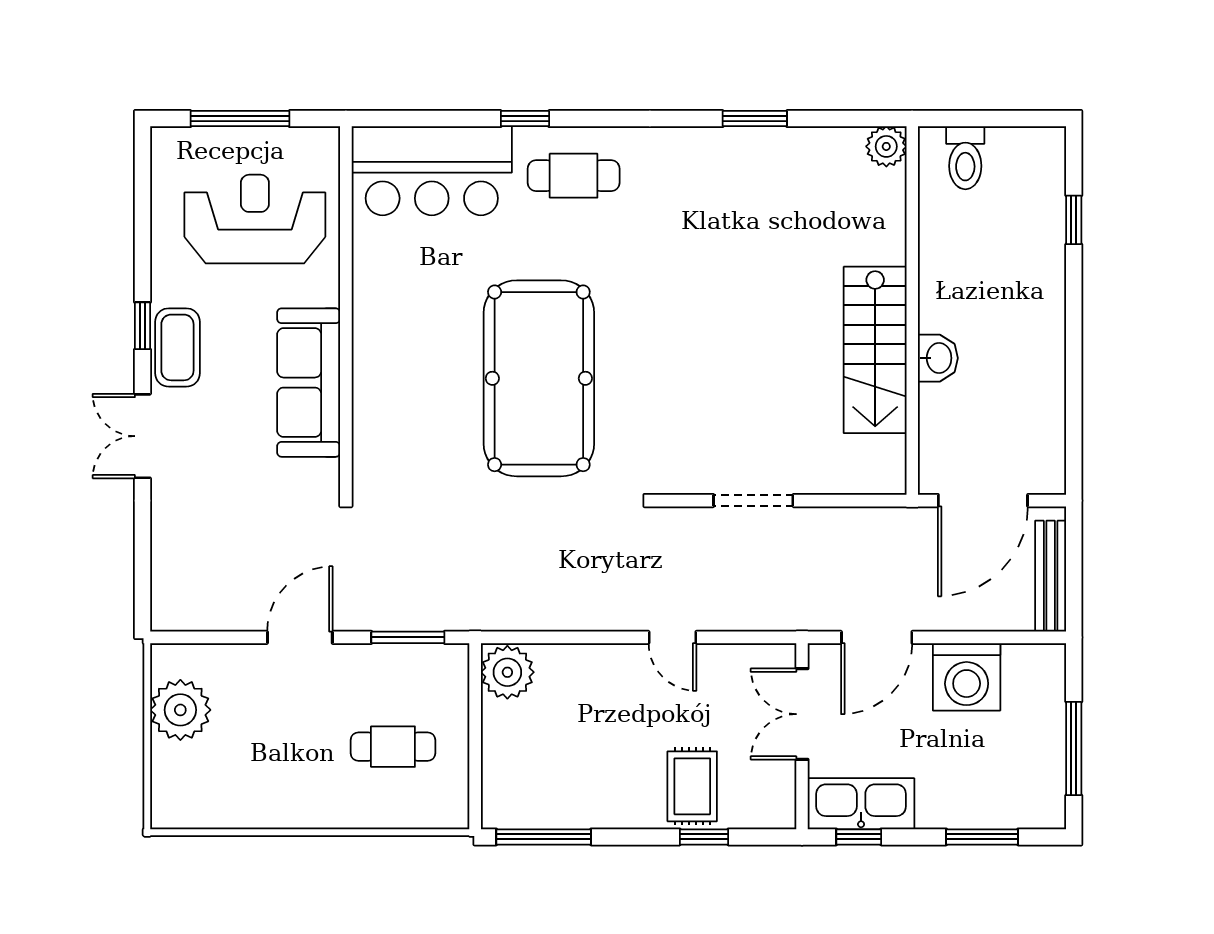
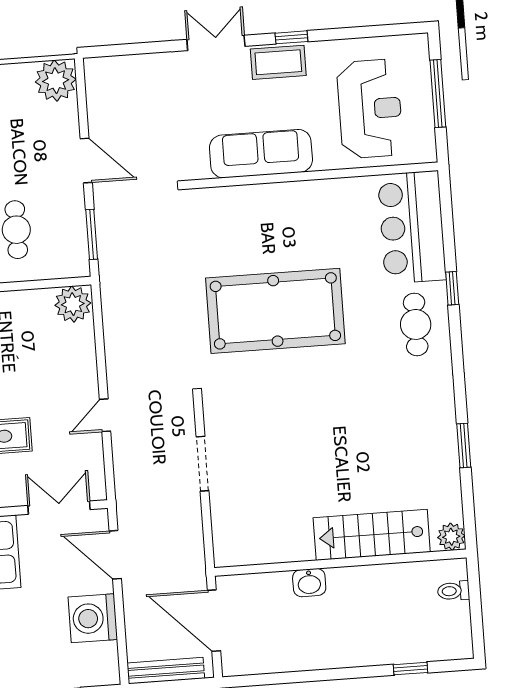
toilet: (965, 158) -> (454, 591), width x0.73, depth x0.72
stairs: (875, 350) -> (372, 535), moved
plant: (180, 710) -> (56, 81), moved

